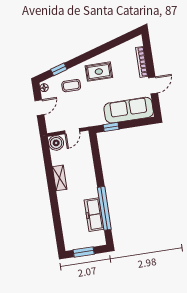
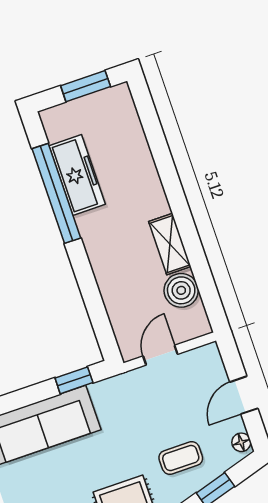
boiler: (56, 143) -> (181, 290), moved

